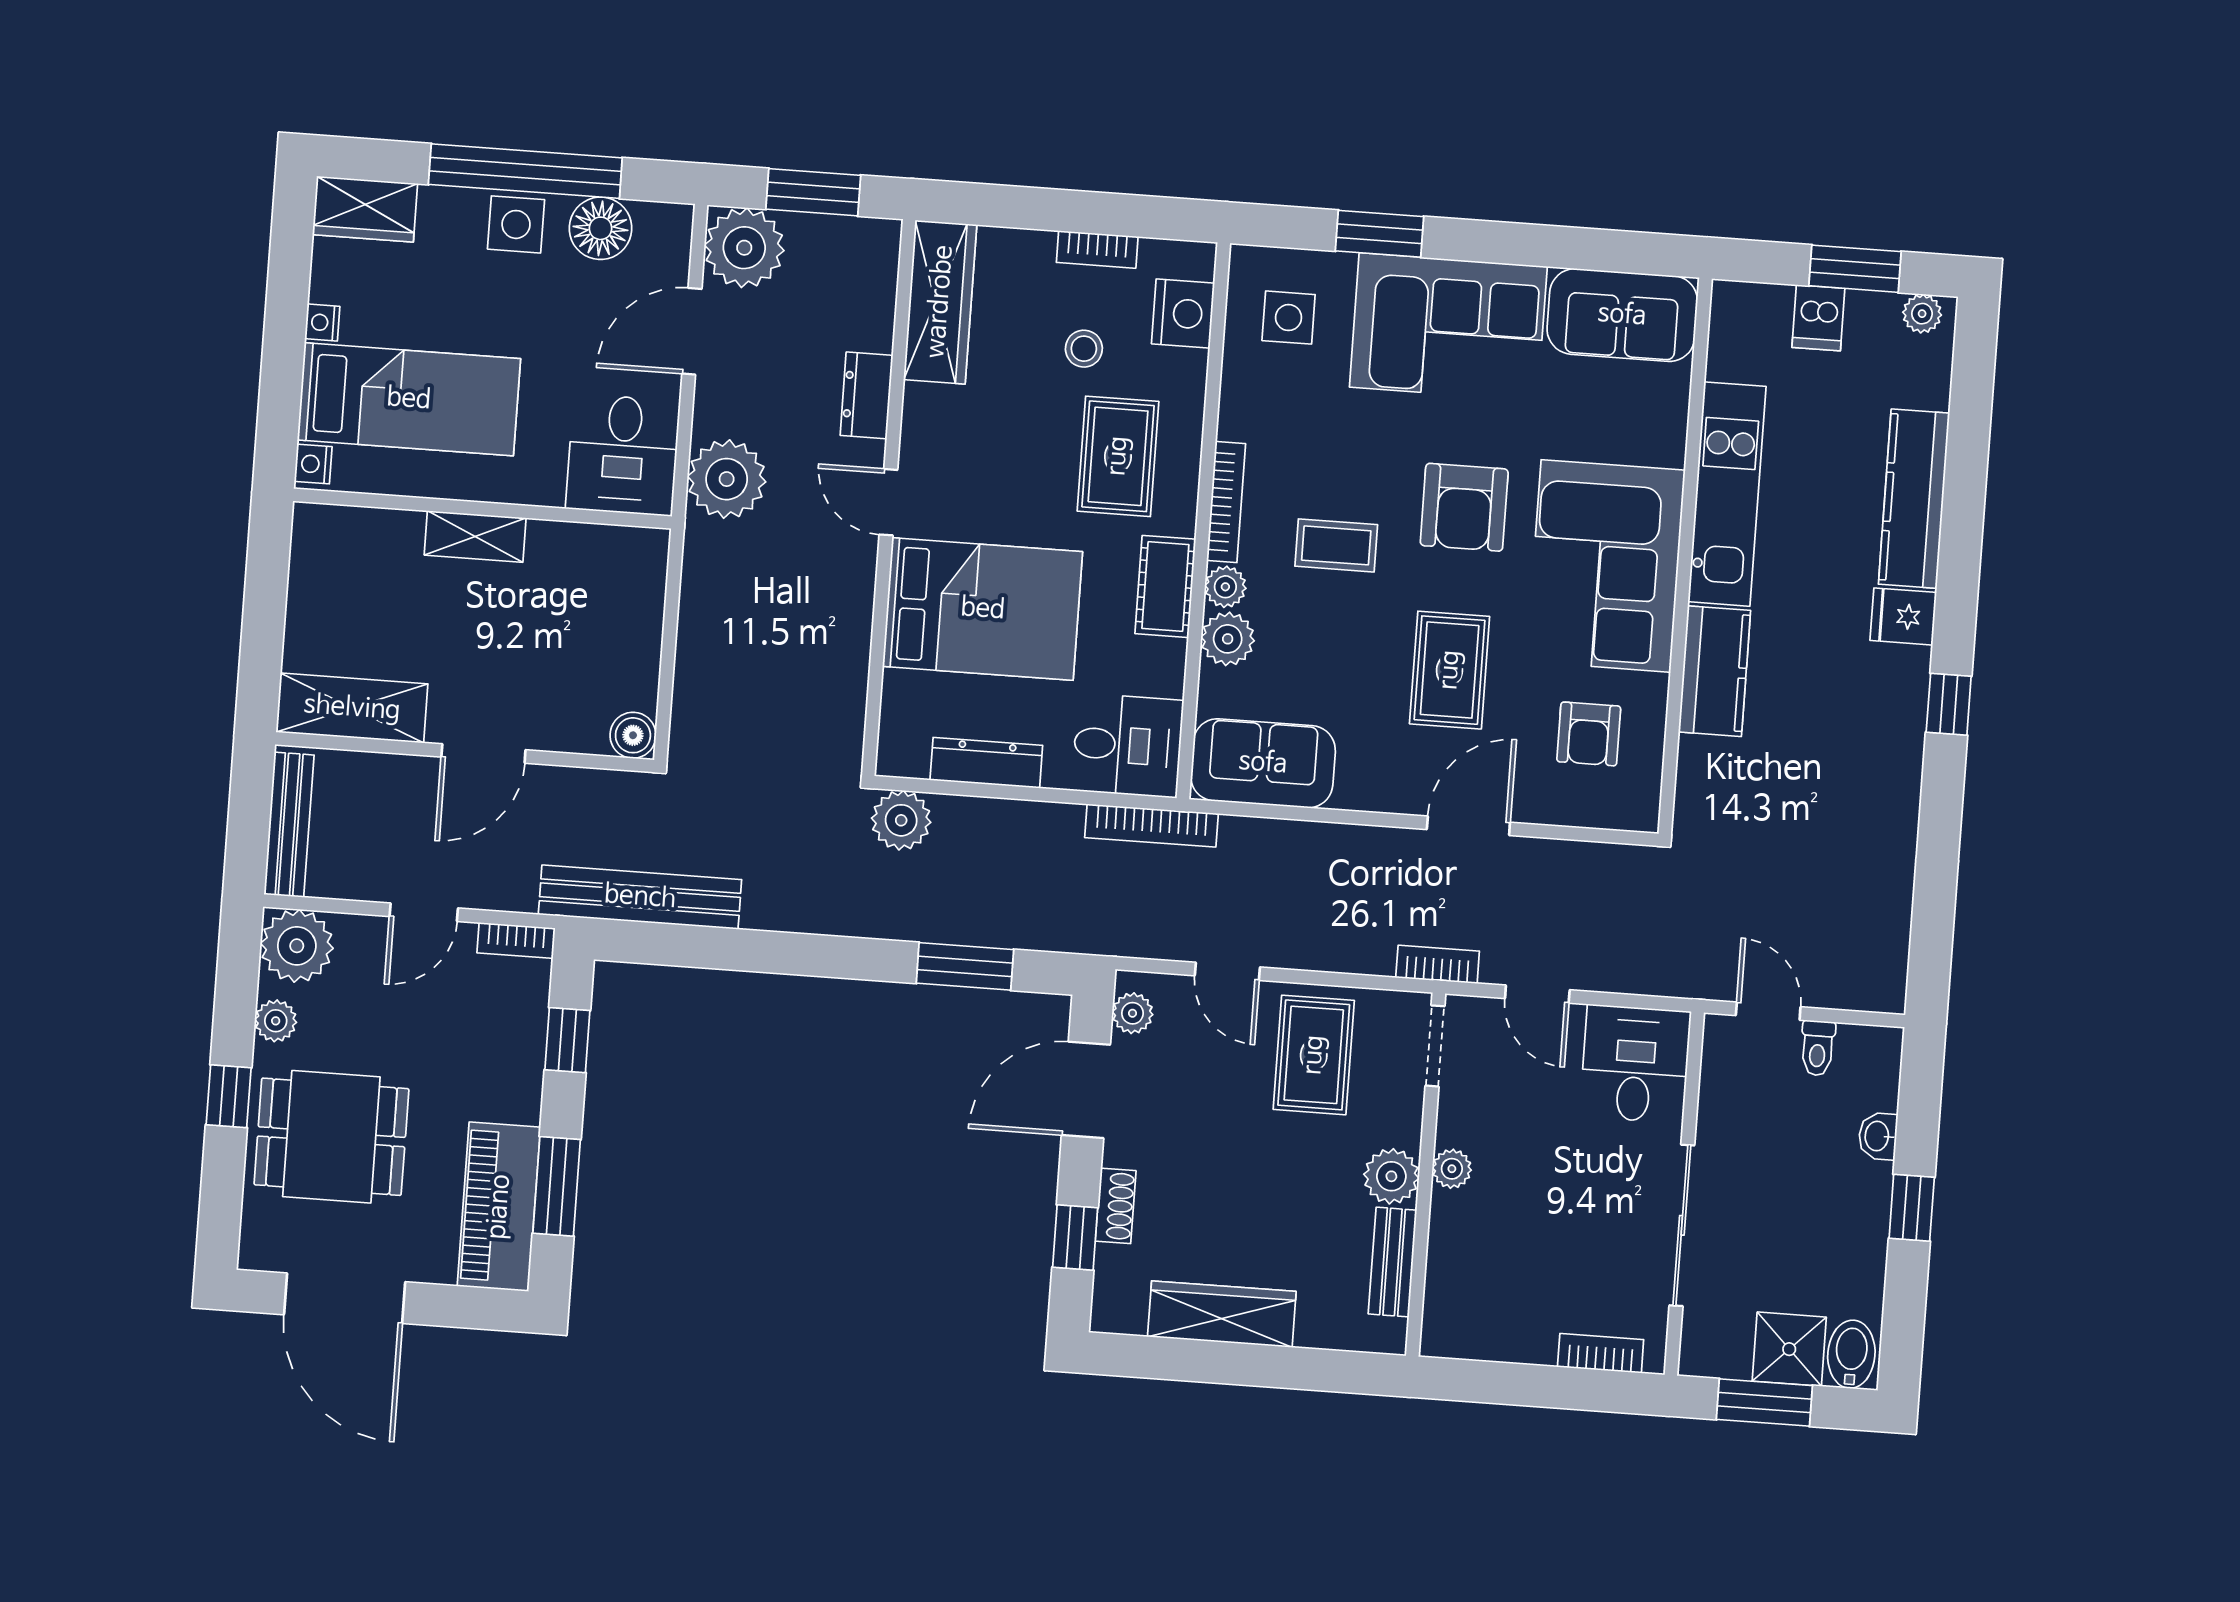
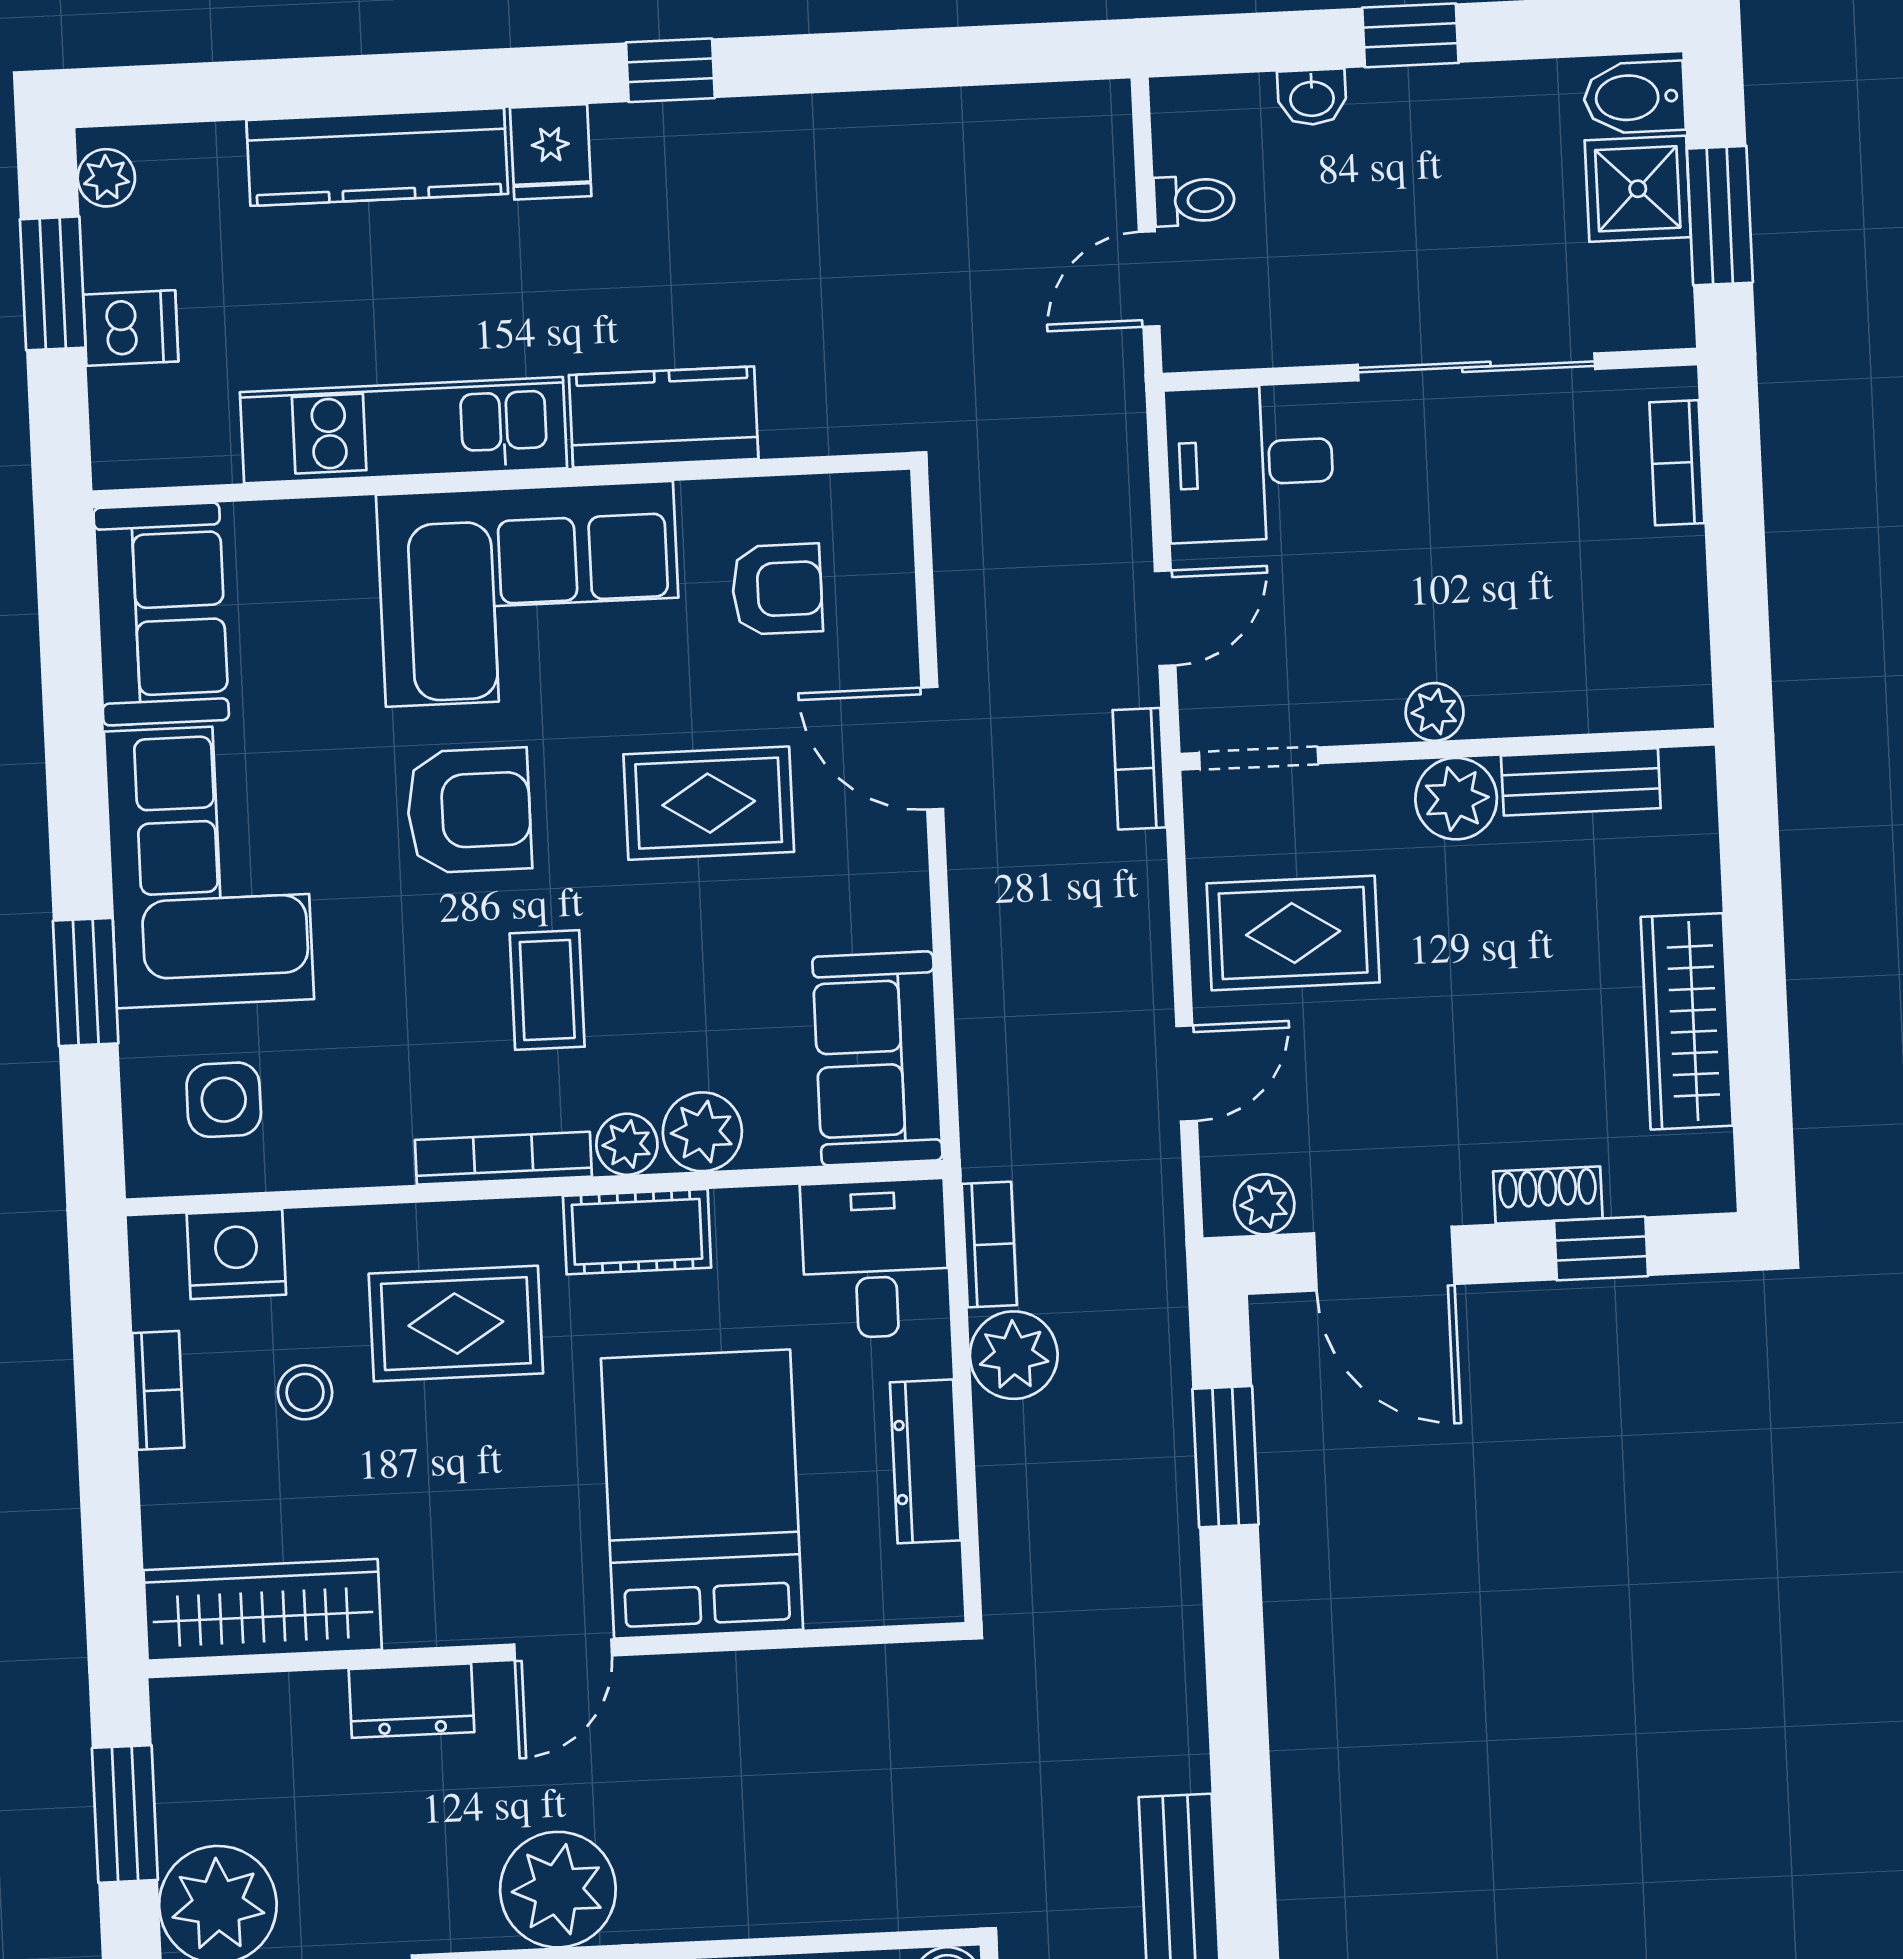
plant: (901, 820) -> (1014, 1355), moved
bookcase: (1151, 826) -> (989, 1245), width x0.64

